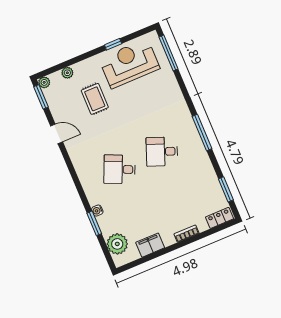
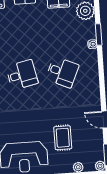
desk: (162, 152) -> (22, 75), turned -33

